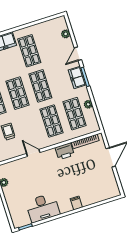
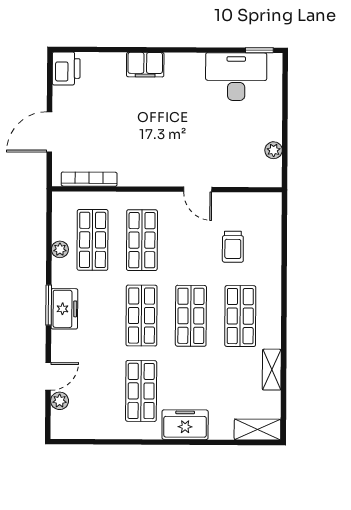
door: (78, 54) -> (48, 376), moved
printer: (65, 151) -> (66, 68), moved, turned 90
filing cabinet: (76, 203) -> (145, 65), width x2.00
desk: (43, 208) -> (236, 77), moved

